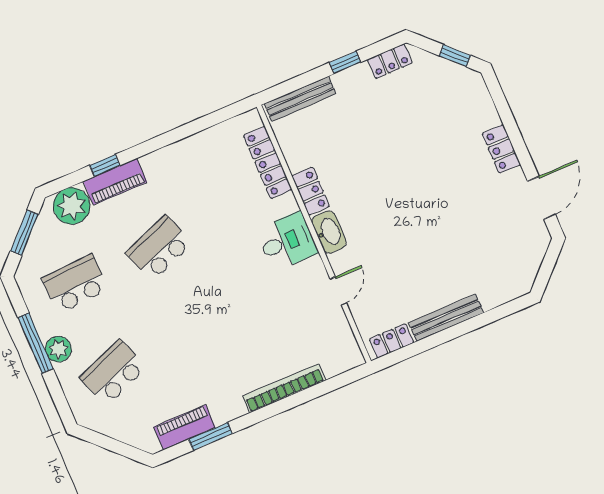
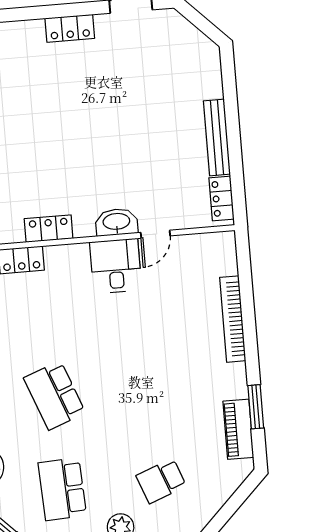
washbasin: (329, 232) -> (116, 222), moved
desk: (287, 241) -> (116, 266), moved
door: (338, 291) -> (155, 234), swing flipped
school desk: (113, 372) -> (161, 481), width x0.54

